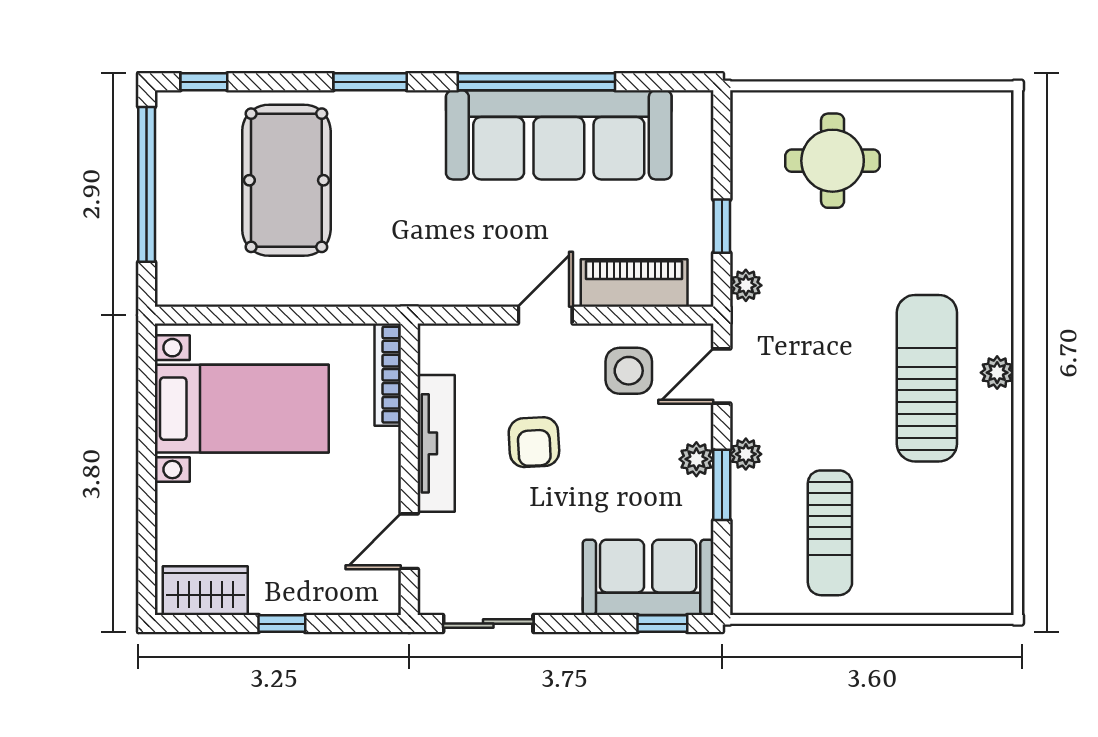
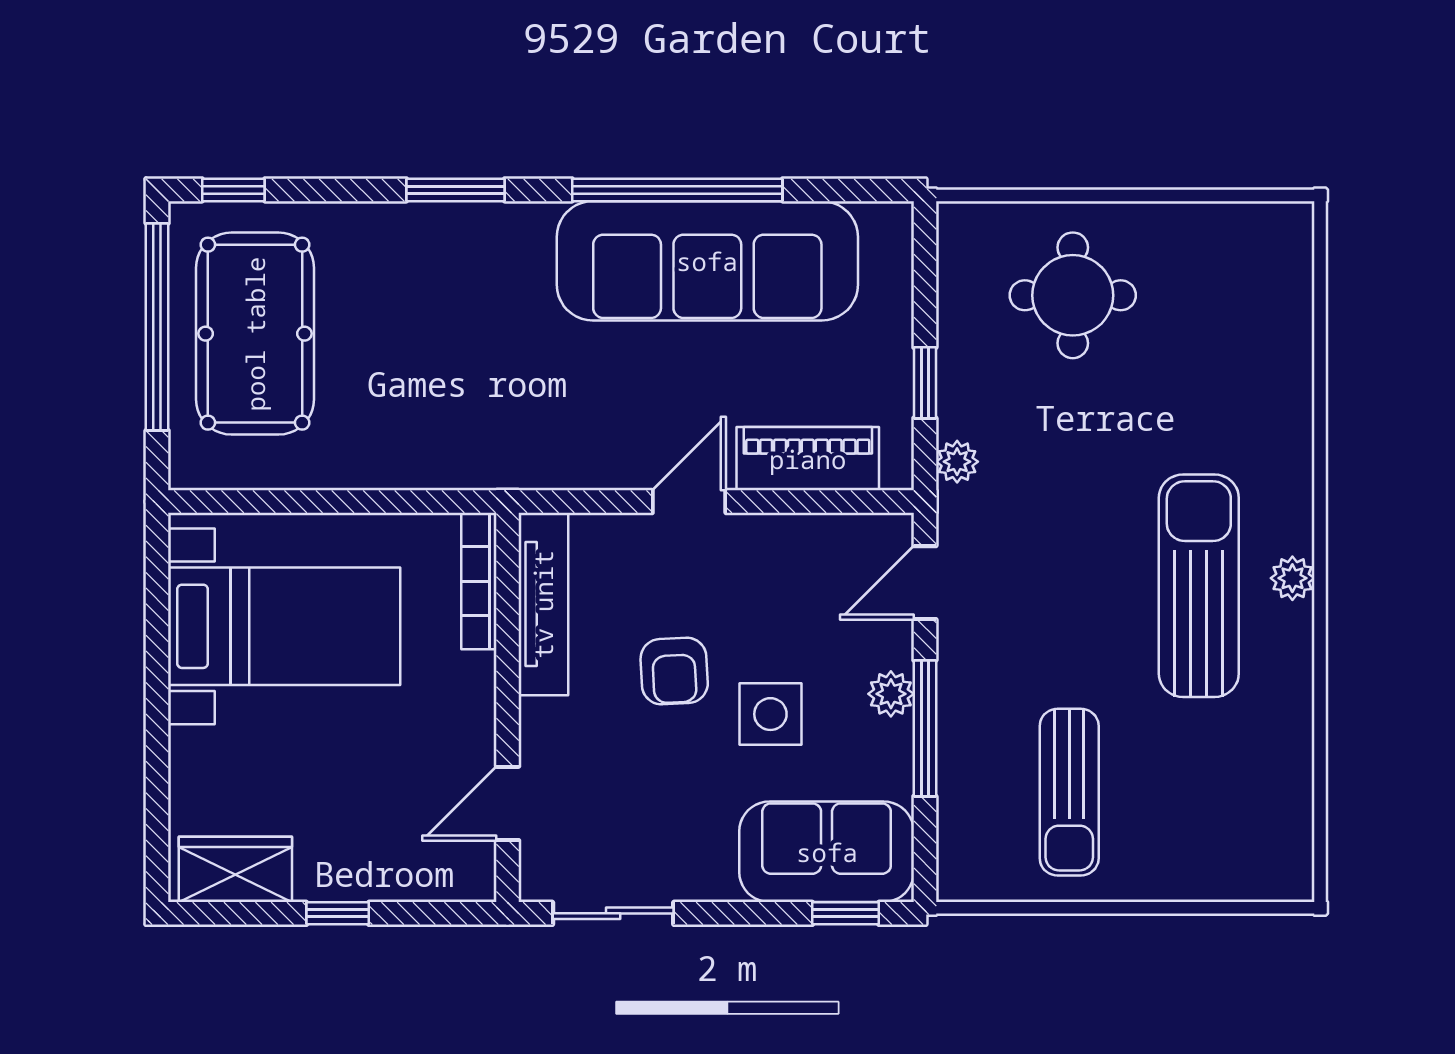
pool table: (286, 180) -> (255, 334), moved
side table: (629, 371) -> (770, 714), moved
tv unit: (436, 443) -> (543, 604), moved
plant: (746, 454) -> (957, 687), removed
window: (722, 485) -> (925, 728), width x1.44

